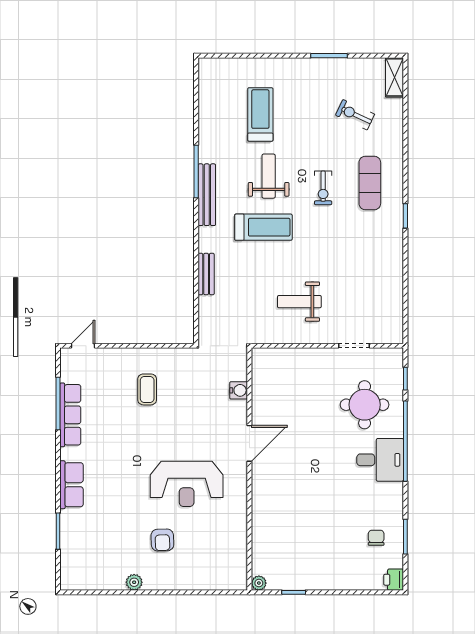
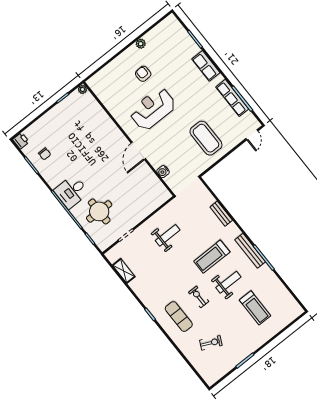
shelving: (394, 77) -> (124, 271), moved
weight bench: (269, 176) -> (228, 282), turned -90
coffee table: (147, 389) -> (206, 138), width x1.86, depth x1.72

